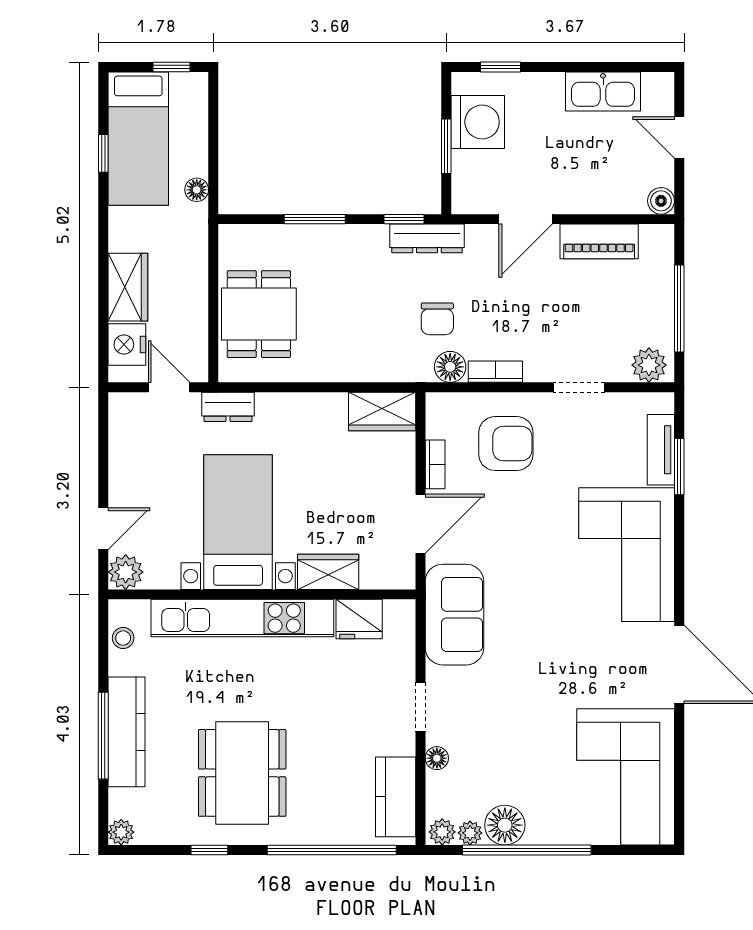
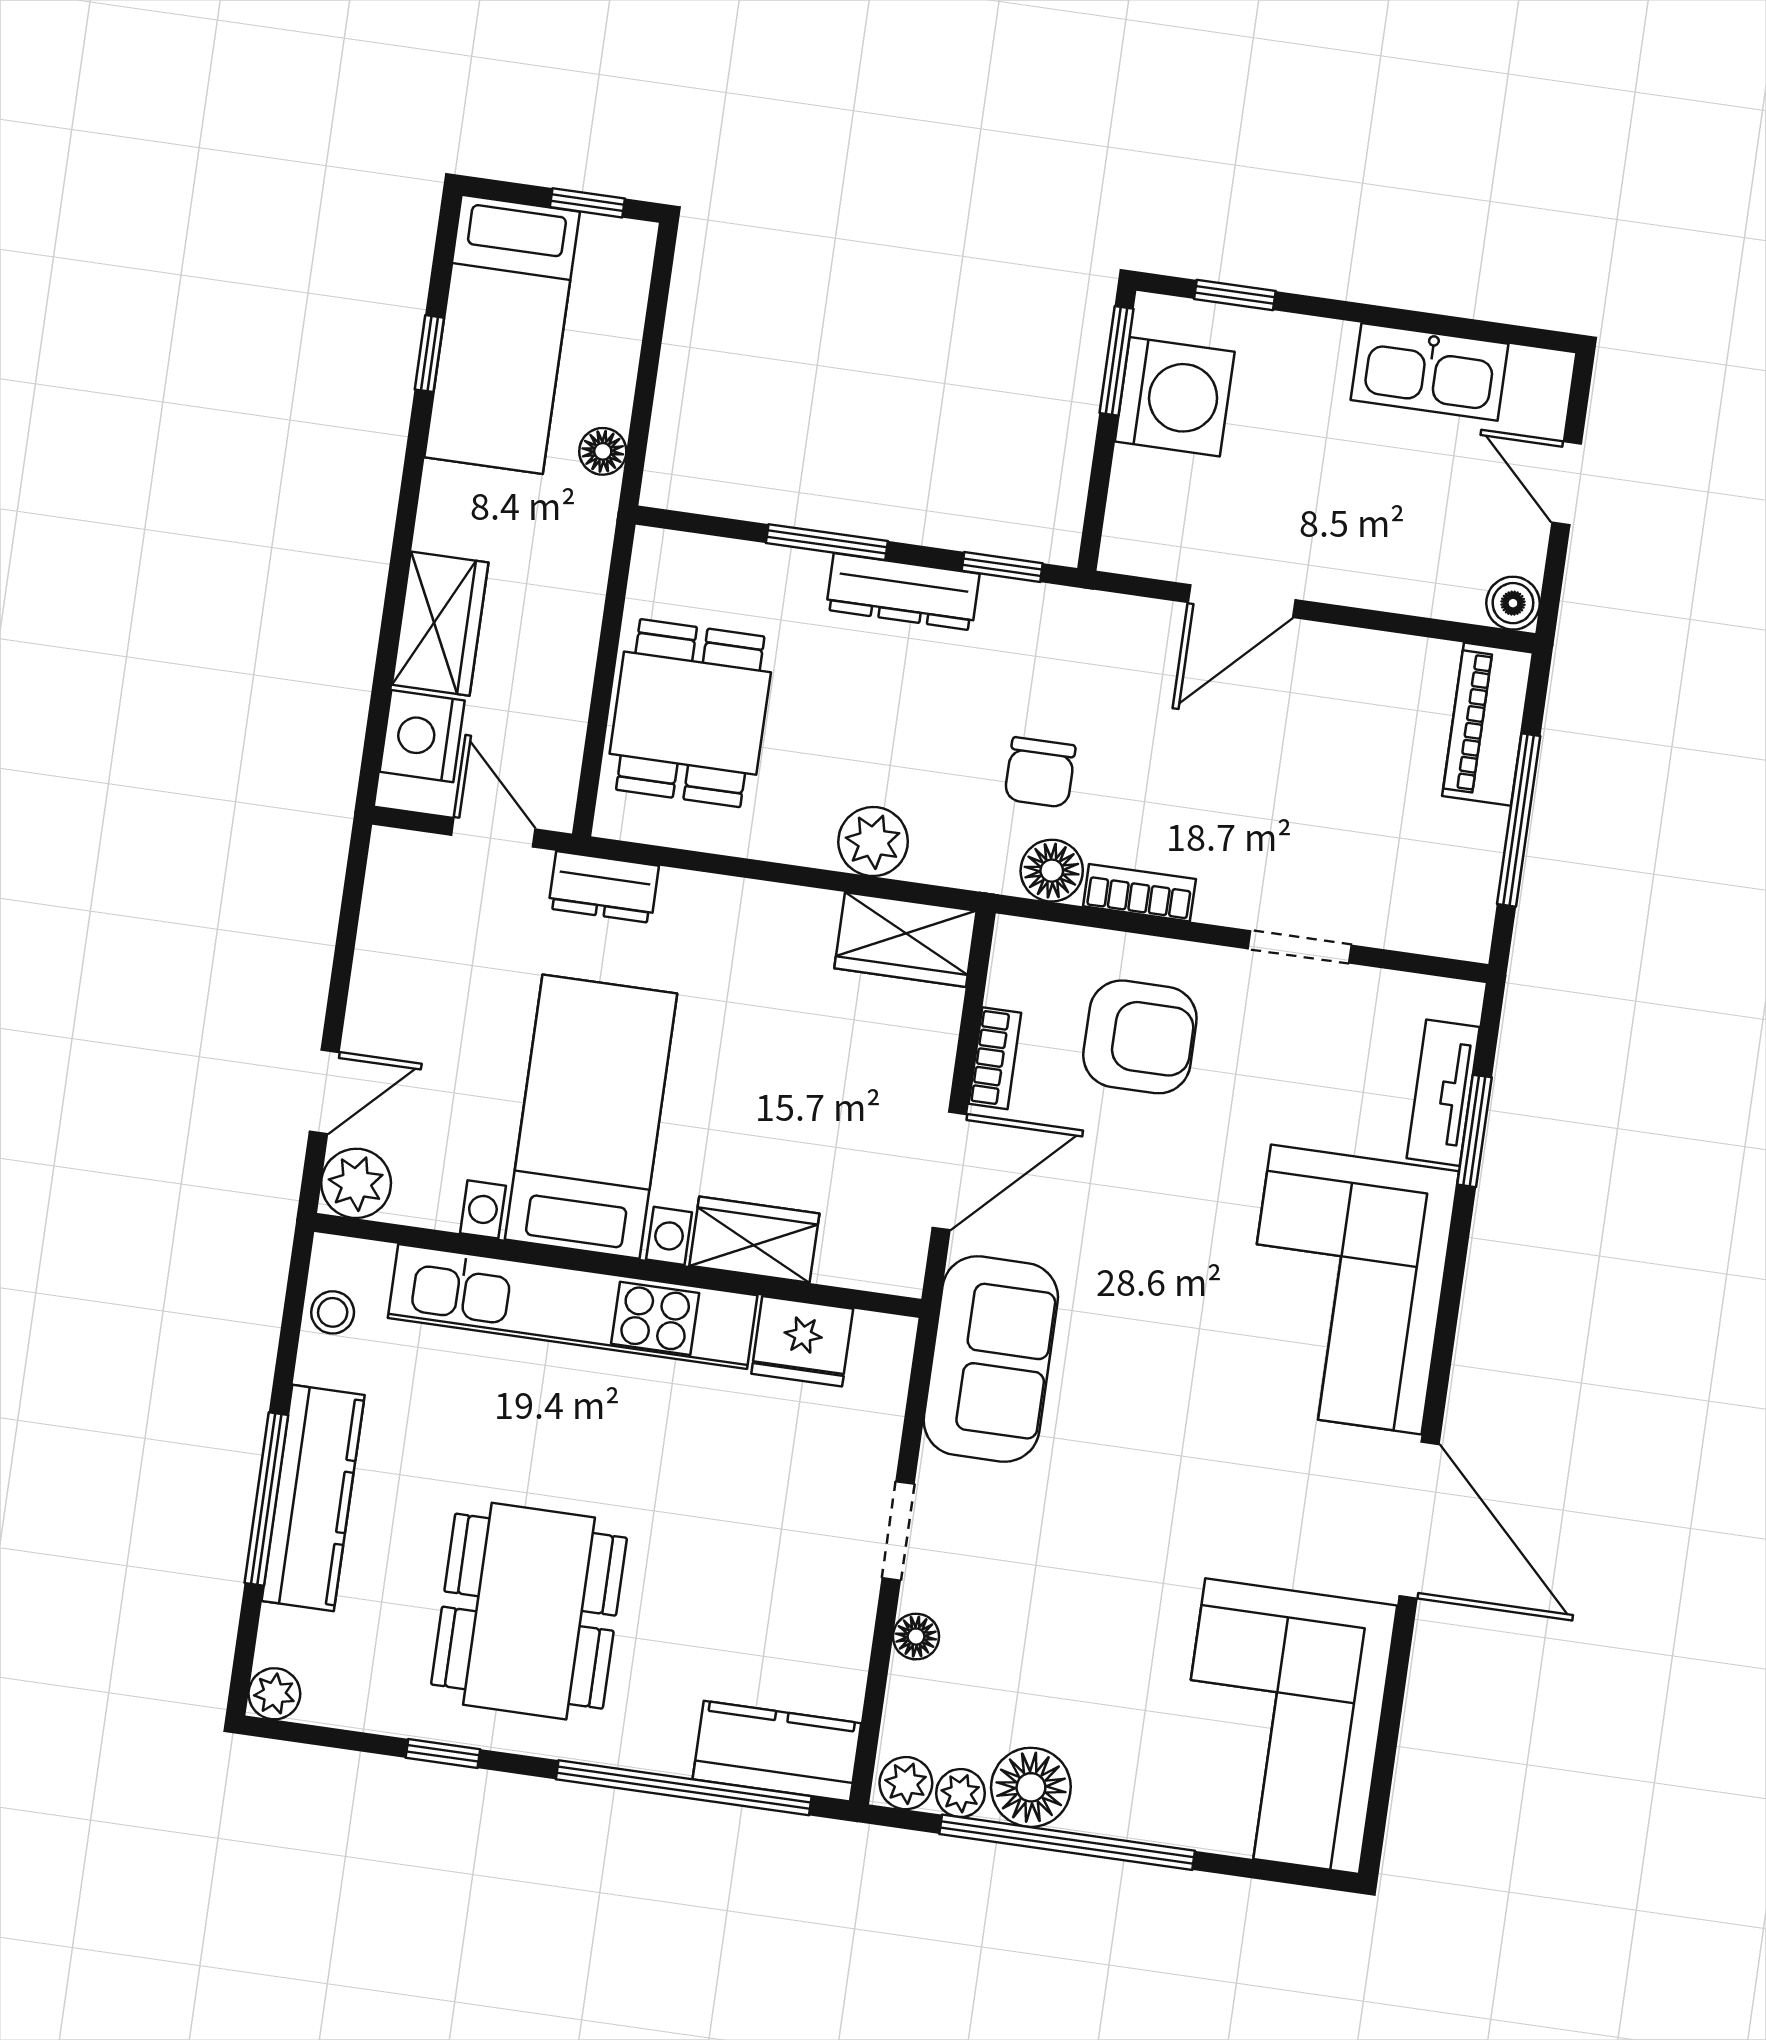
window: (446, 146) -> (1117, 361), moved
dresser: (427, 238) -> (903, 592), moved
piano: (599, 241) -> (1488, 724), moved, turned 90
plant: (649, 365) -> (873, 842), moved
kitchen counter: (396, 797) -> (777, 1751), moved, turned 90

